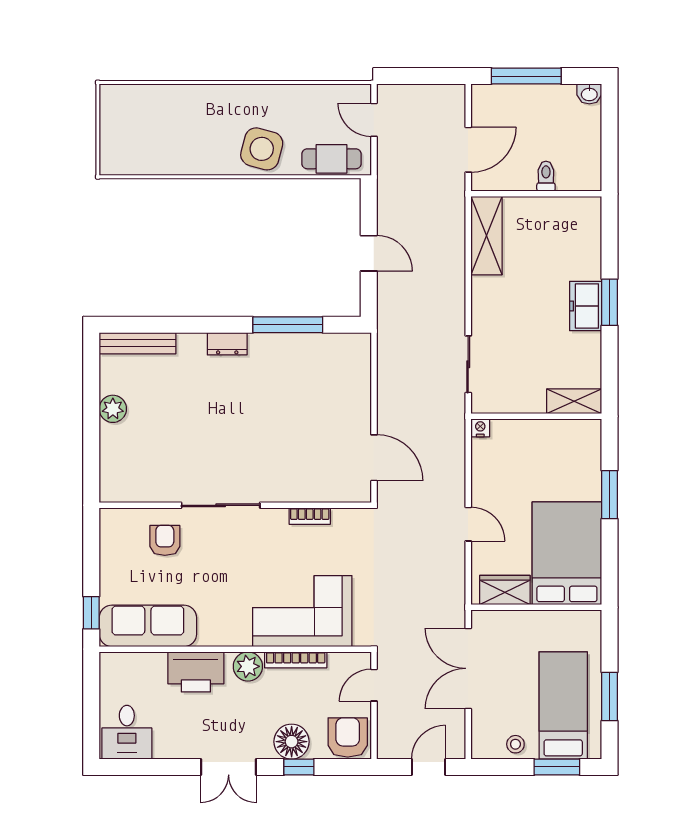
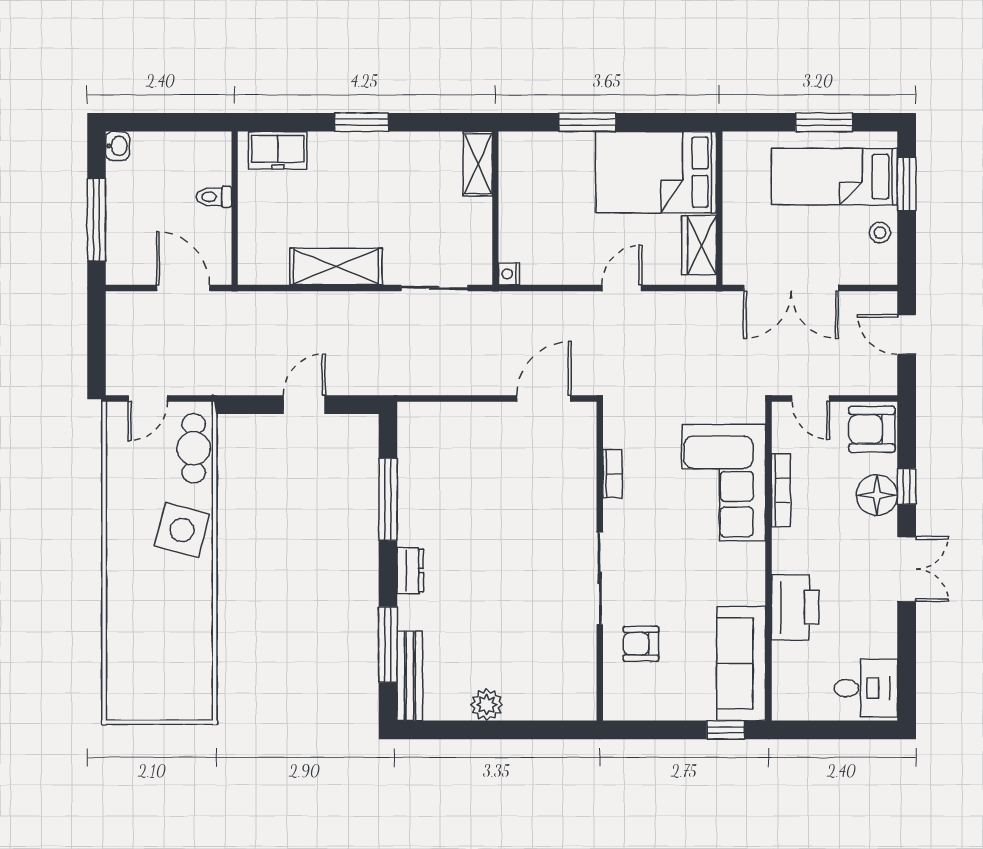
shelving: (486, 236) -> (336, 267), moved
freezer: (586, 306) -> (278, 150), moved
window: (164, 325) -> (388, 644), added
plant: (248, 666) -> (789, 546), removed

